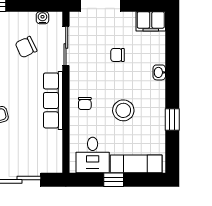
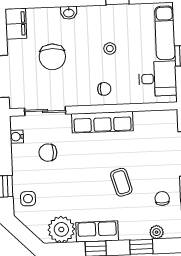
chair: (26, 47) -> (48, 153), turned 115
chair: (118, 55) -> (52, 57), width x1.87, depth x1.87
stool: (123, 110) -> (110, 49), width x0.53, depth x0.53

